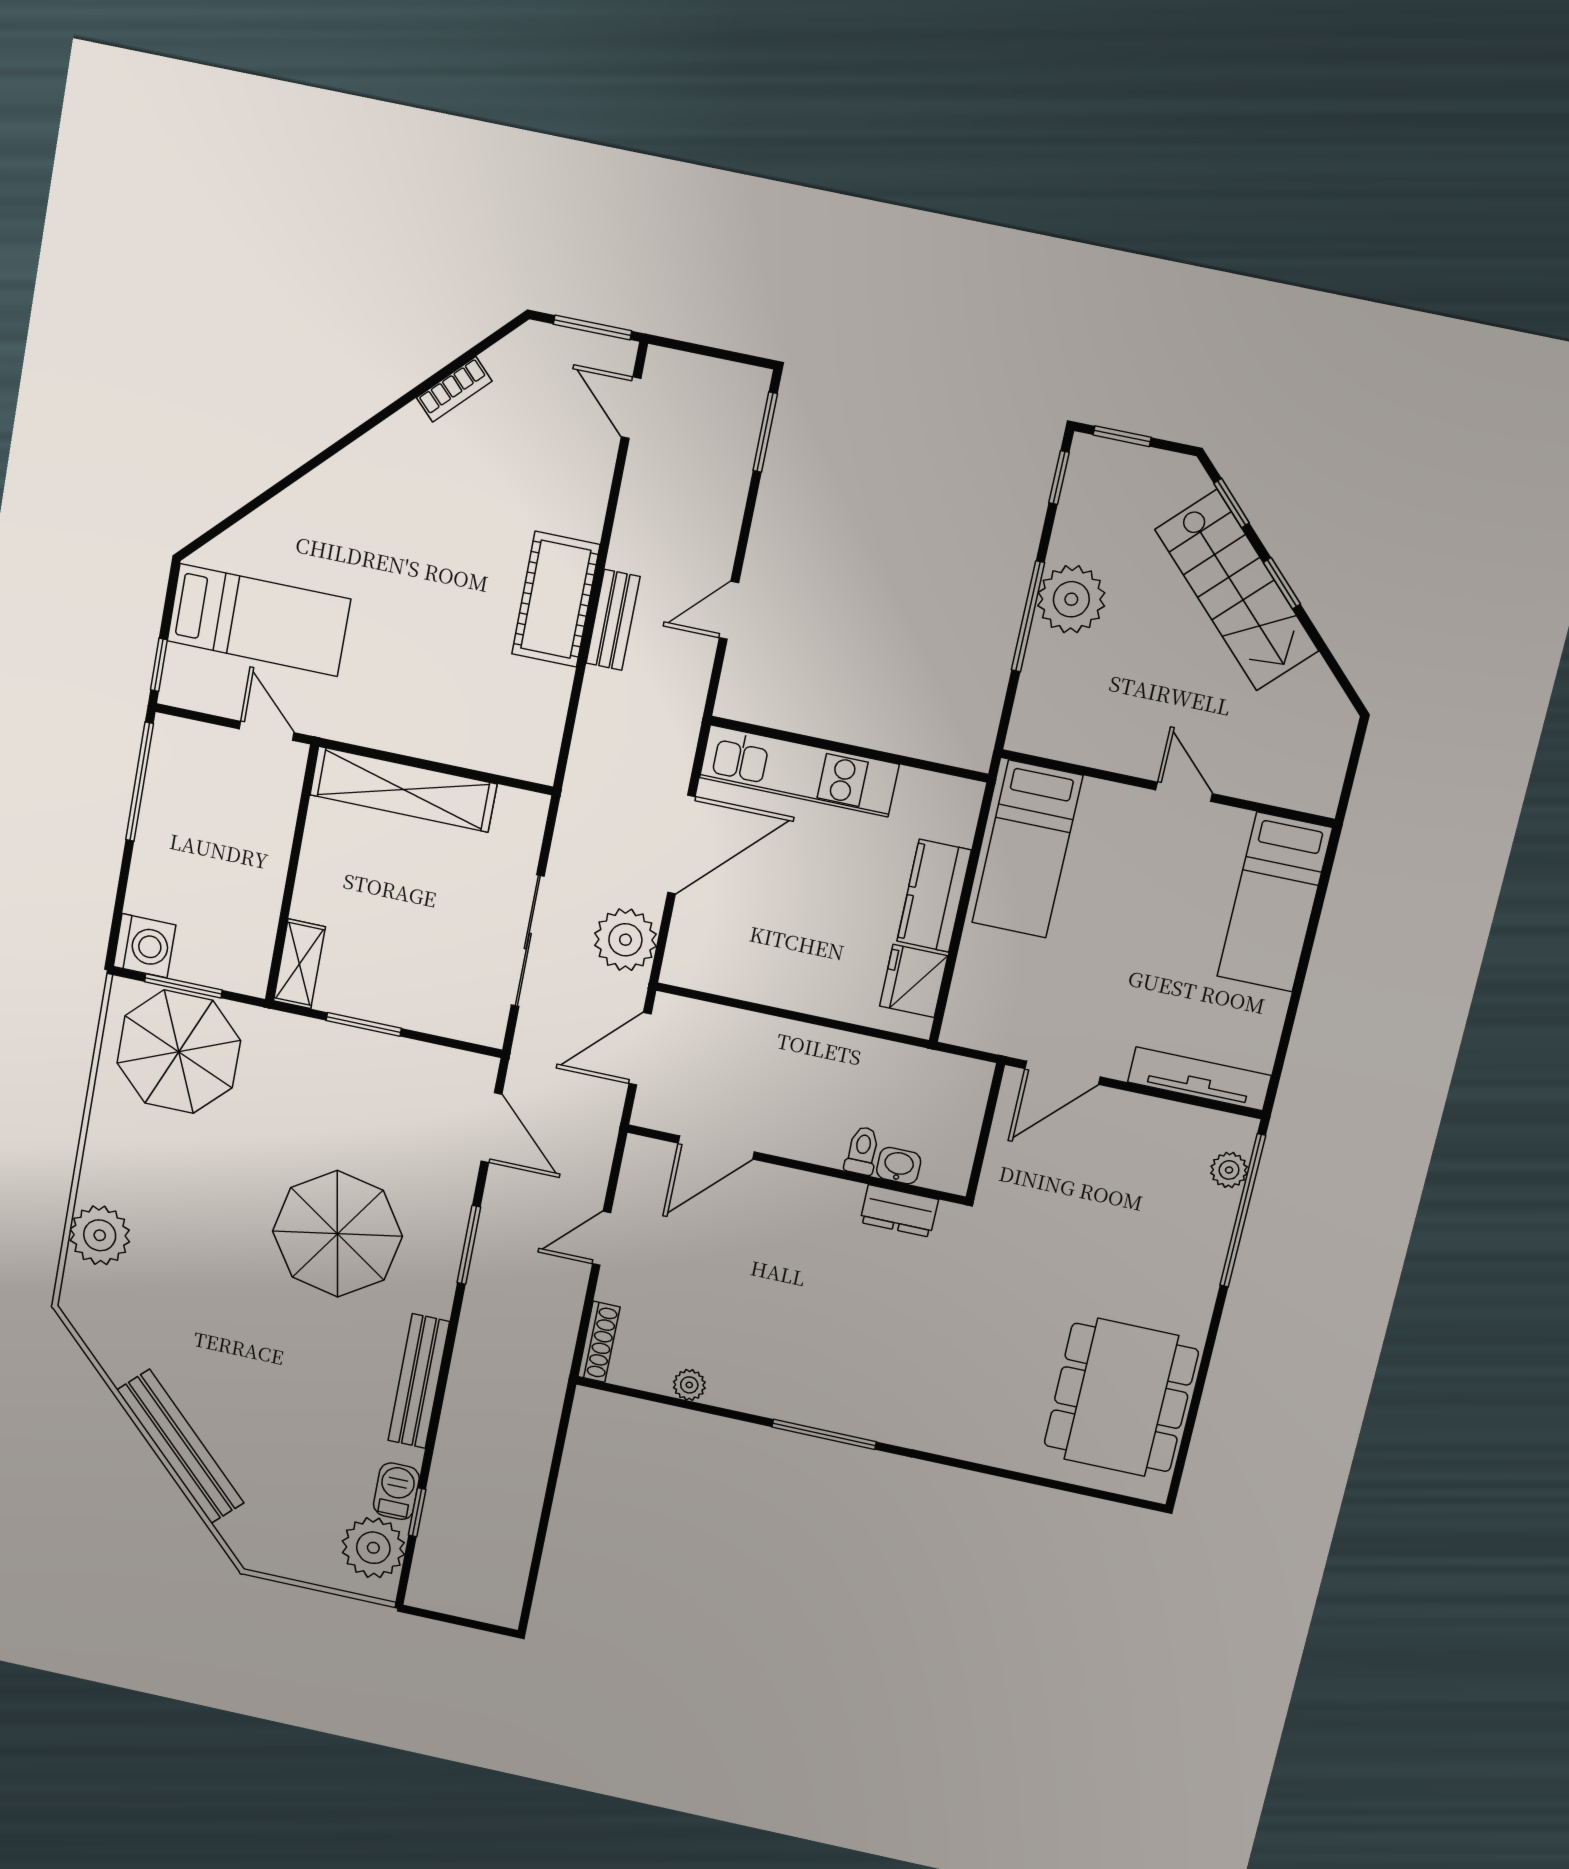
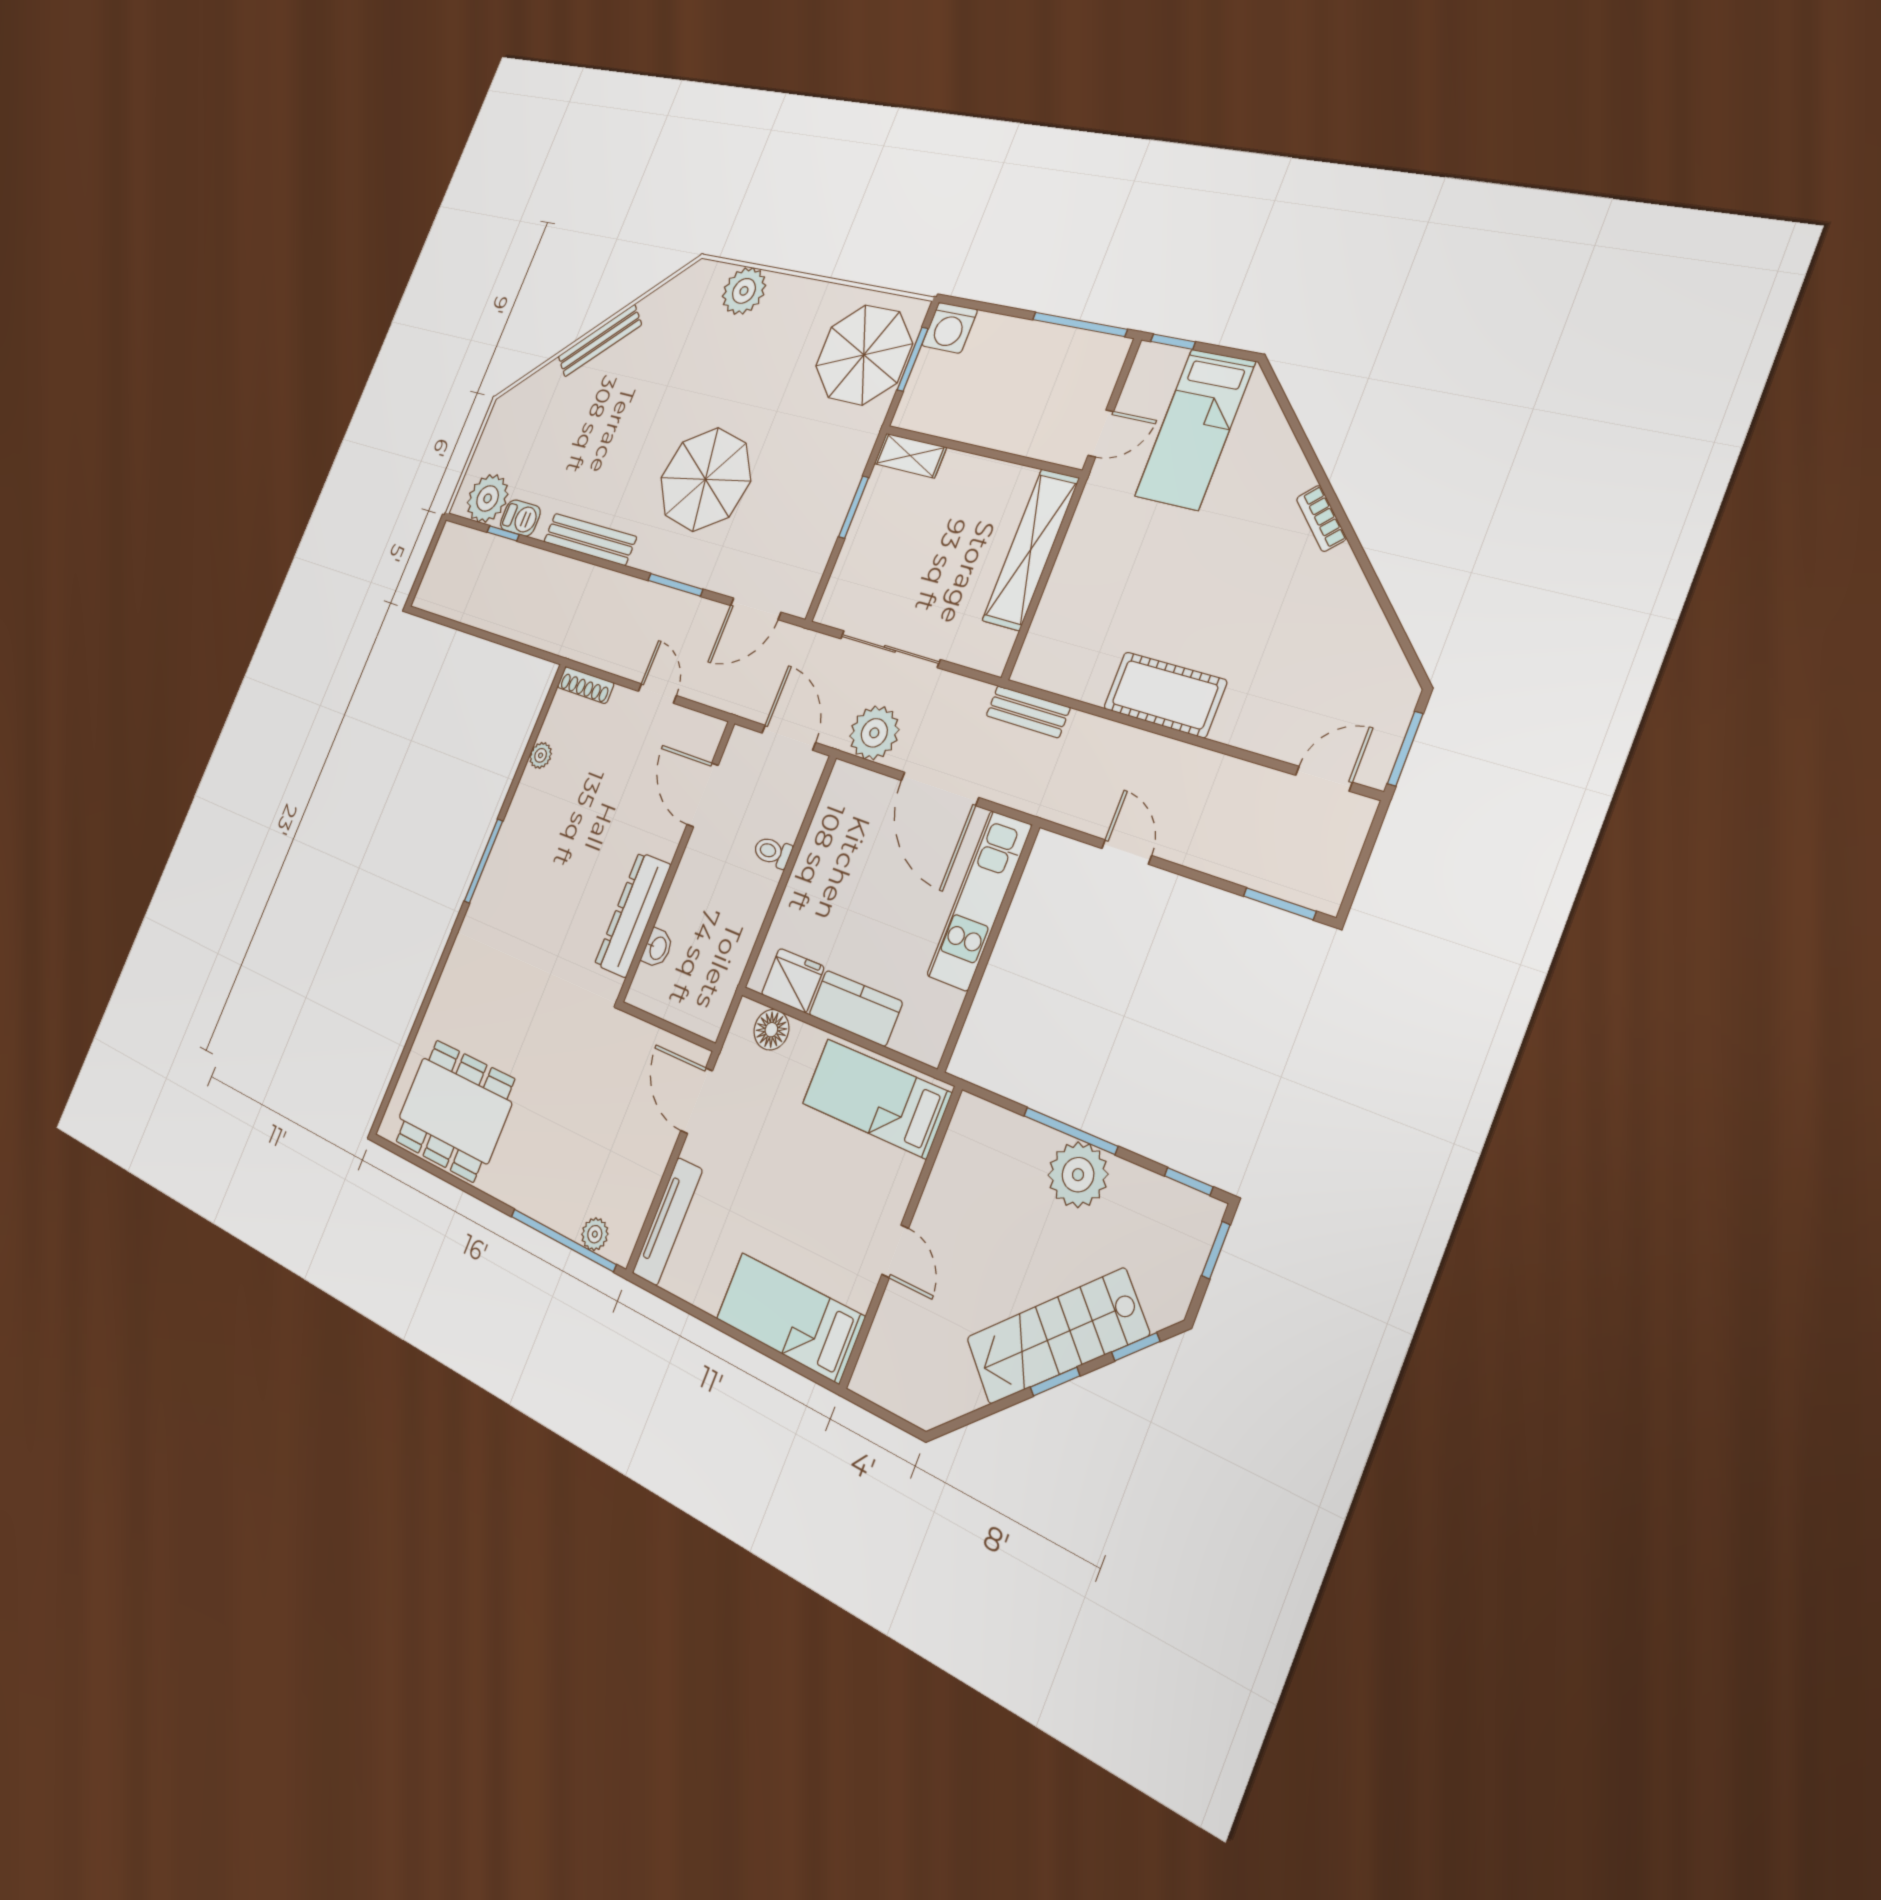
bookcase: (454, 389) -> (1321, 518), moved
bench: (613, 620) -> (1028, 712), moved
door: (1184, 792) -> (895, 1251), hinge flipped
floor lamp: (971, 995) -> (771, 1030), added
toilet: (862, 1151) -> (773, 852), moved, turned 180
dresser: (899, 1211) -> (633, 915), width x1.96, depth x1.24
bench: (180, 1446) -> (600, 341), width x0.73, depth x0.82

